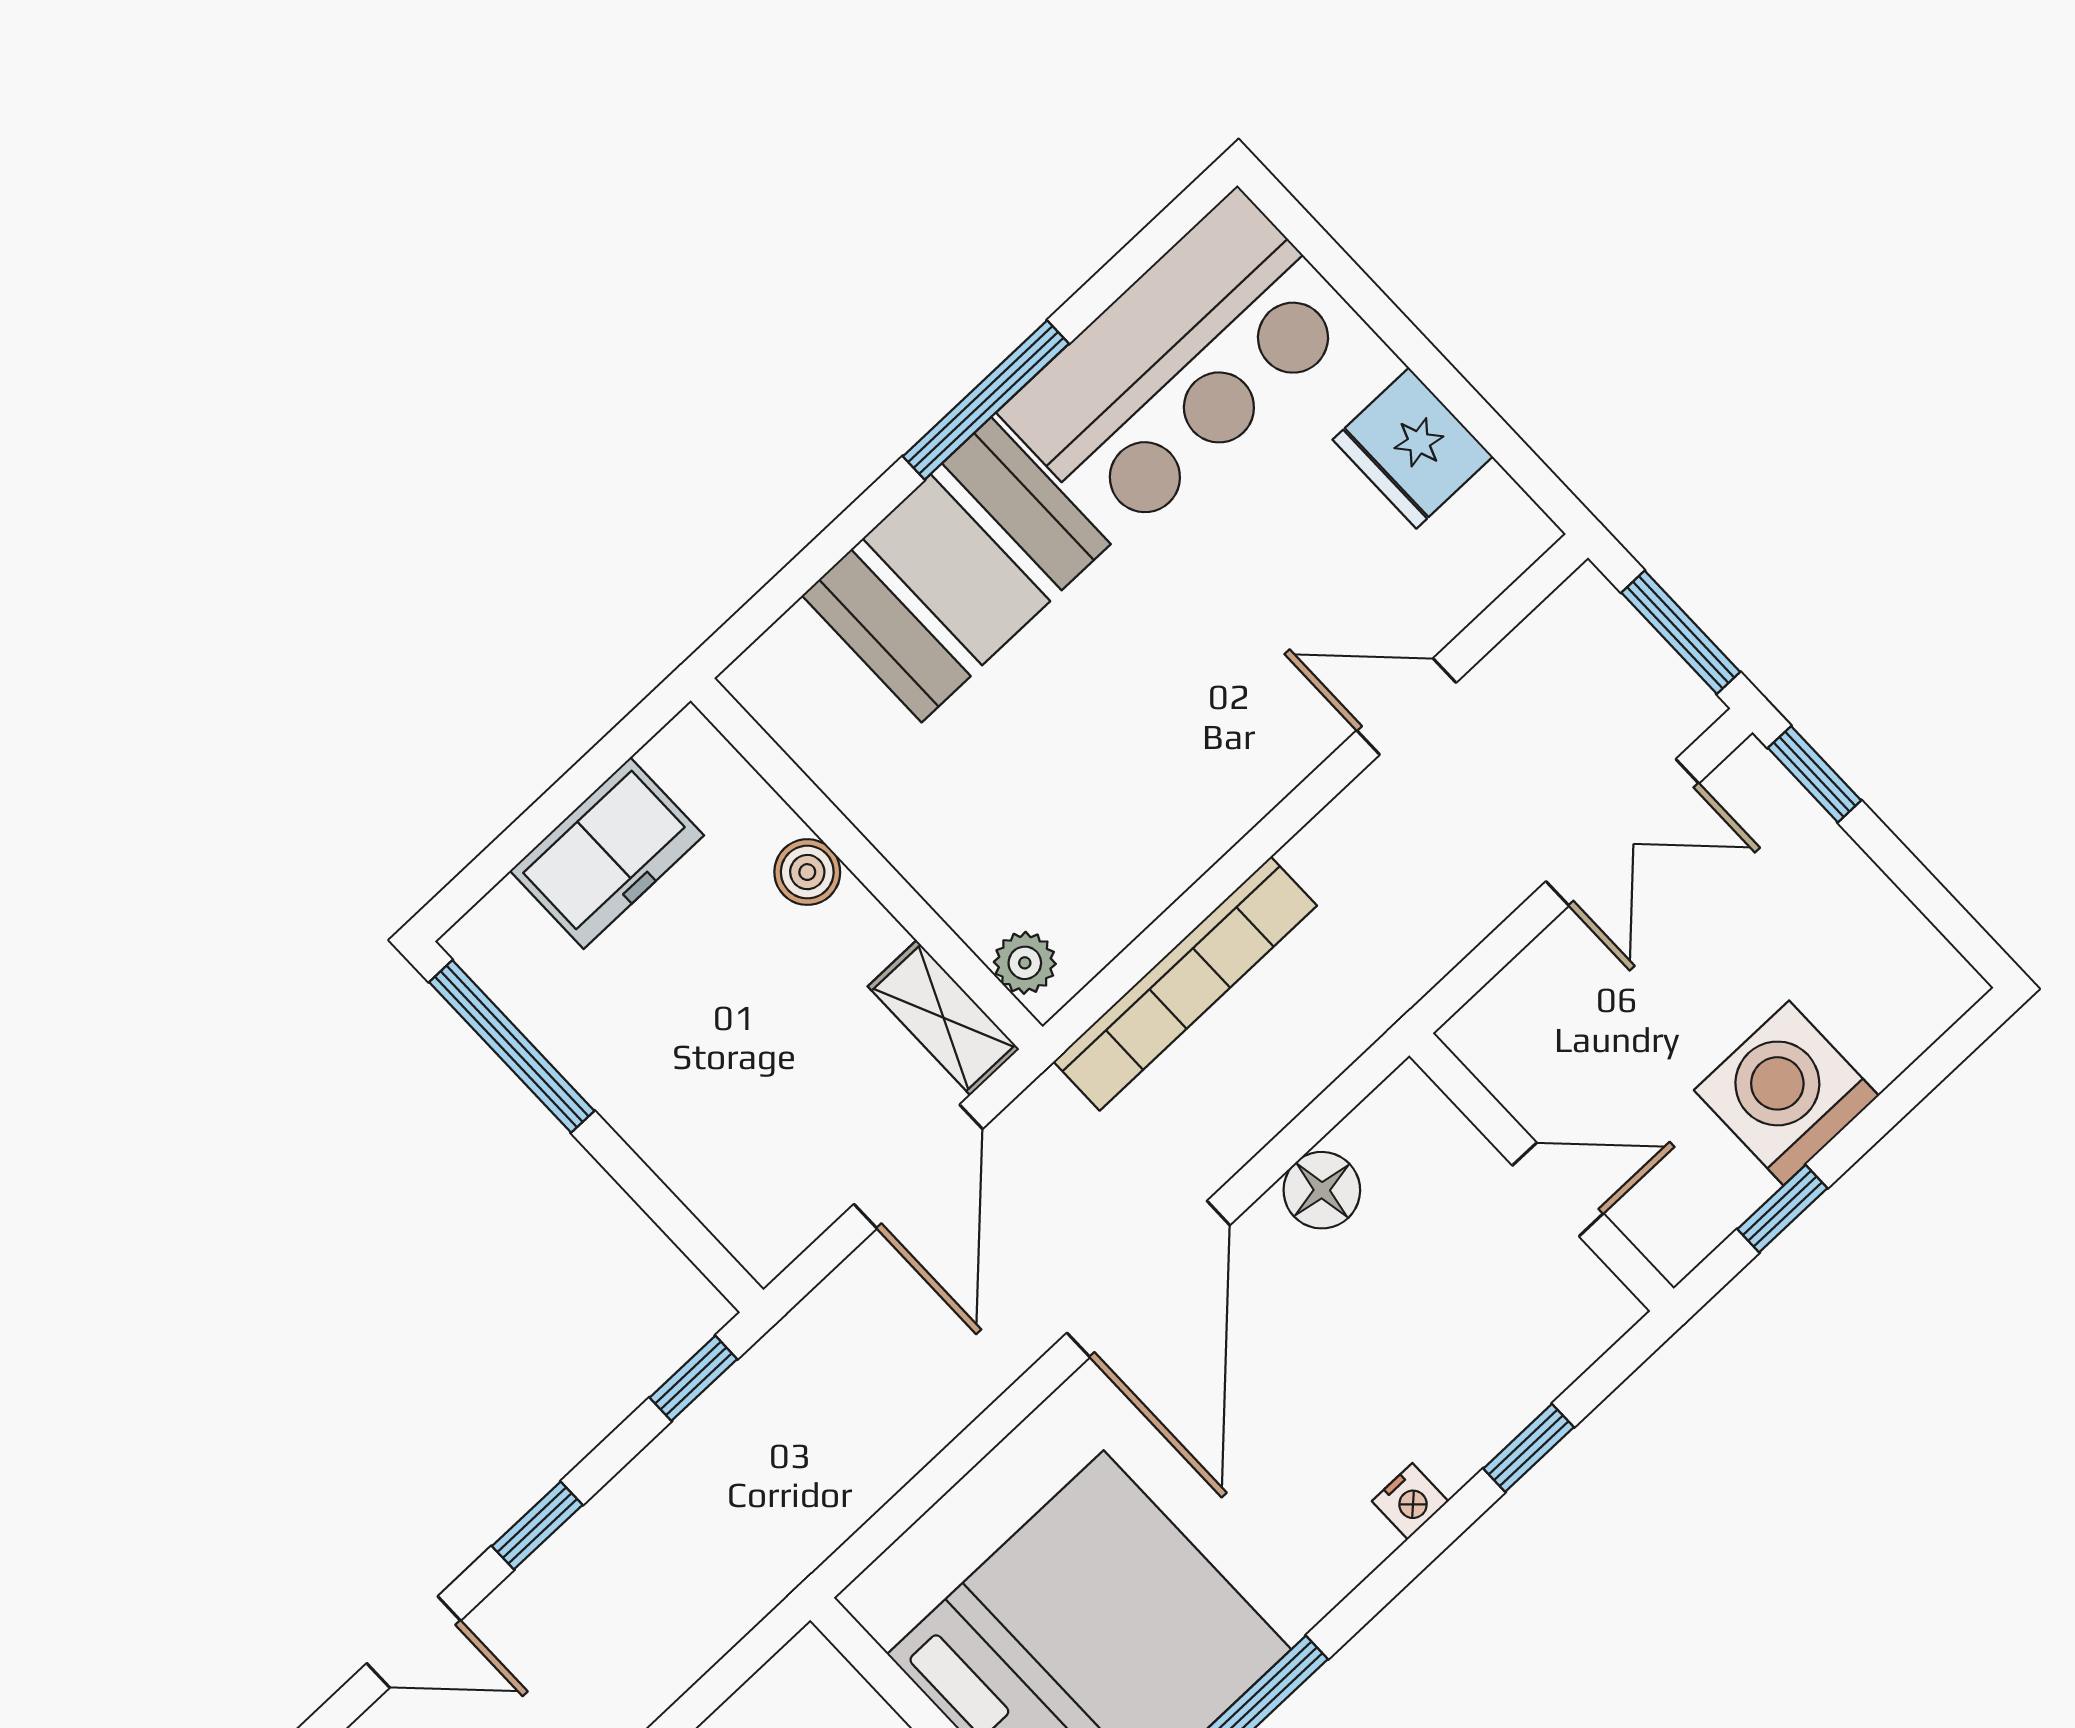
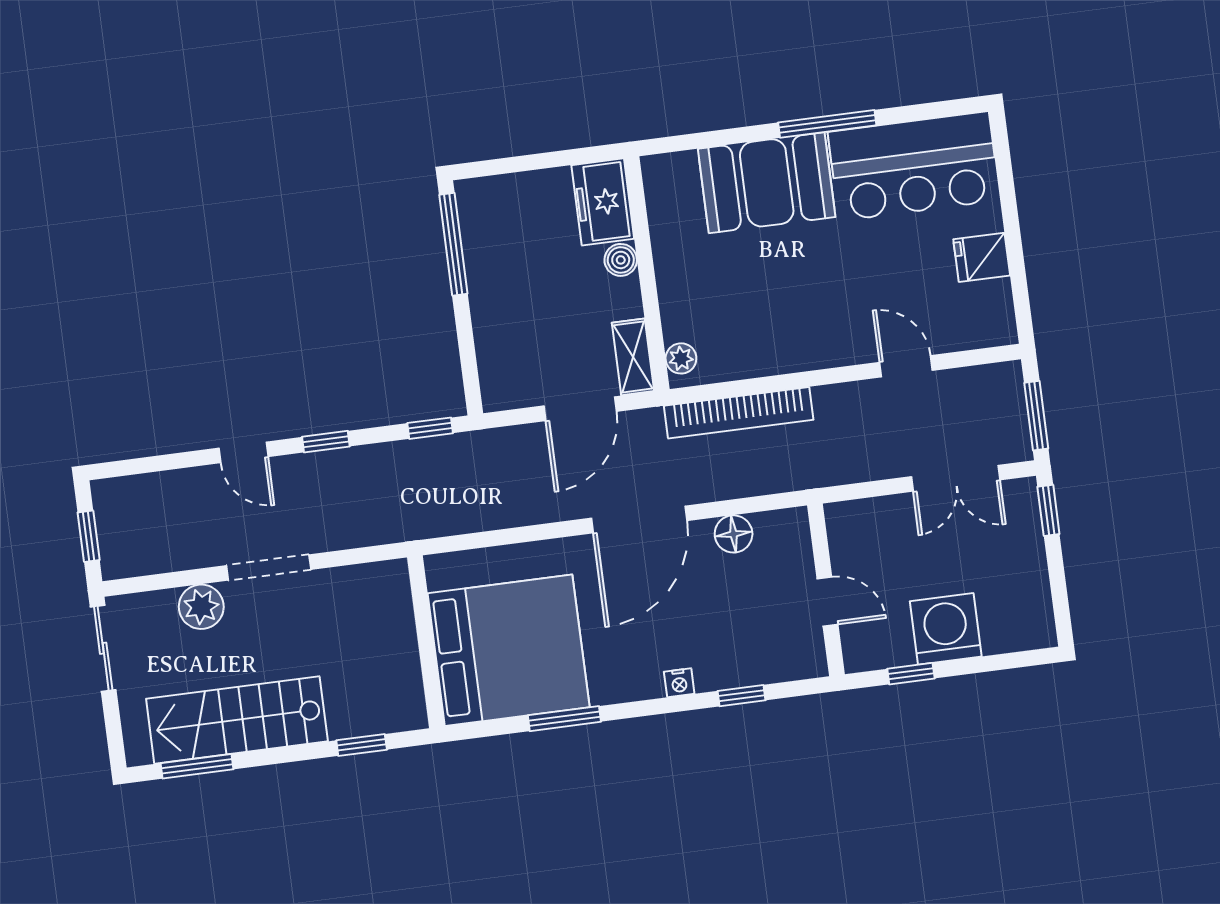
fridge: (1413, 448) -> (982, 257), width x0.72
freezer: (607, 853) -> (603, 202), moved, turned 90

